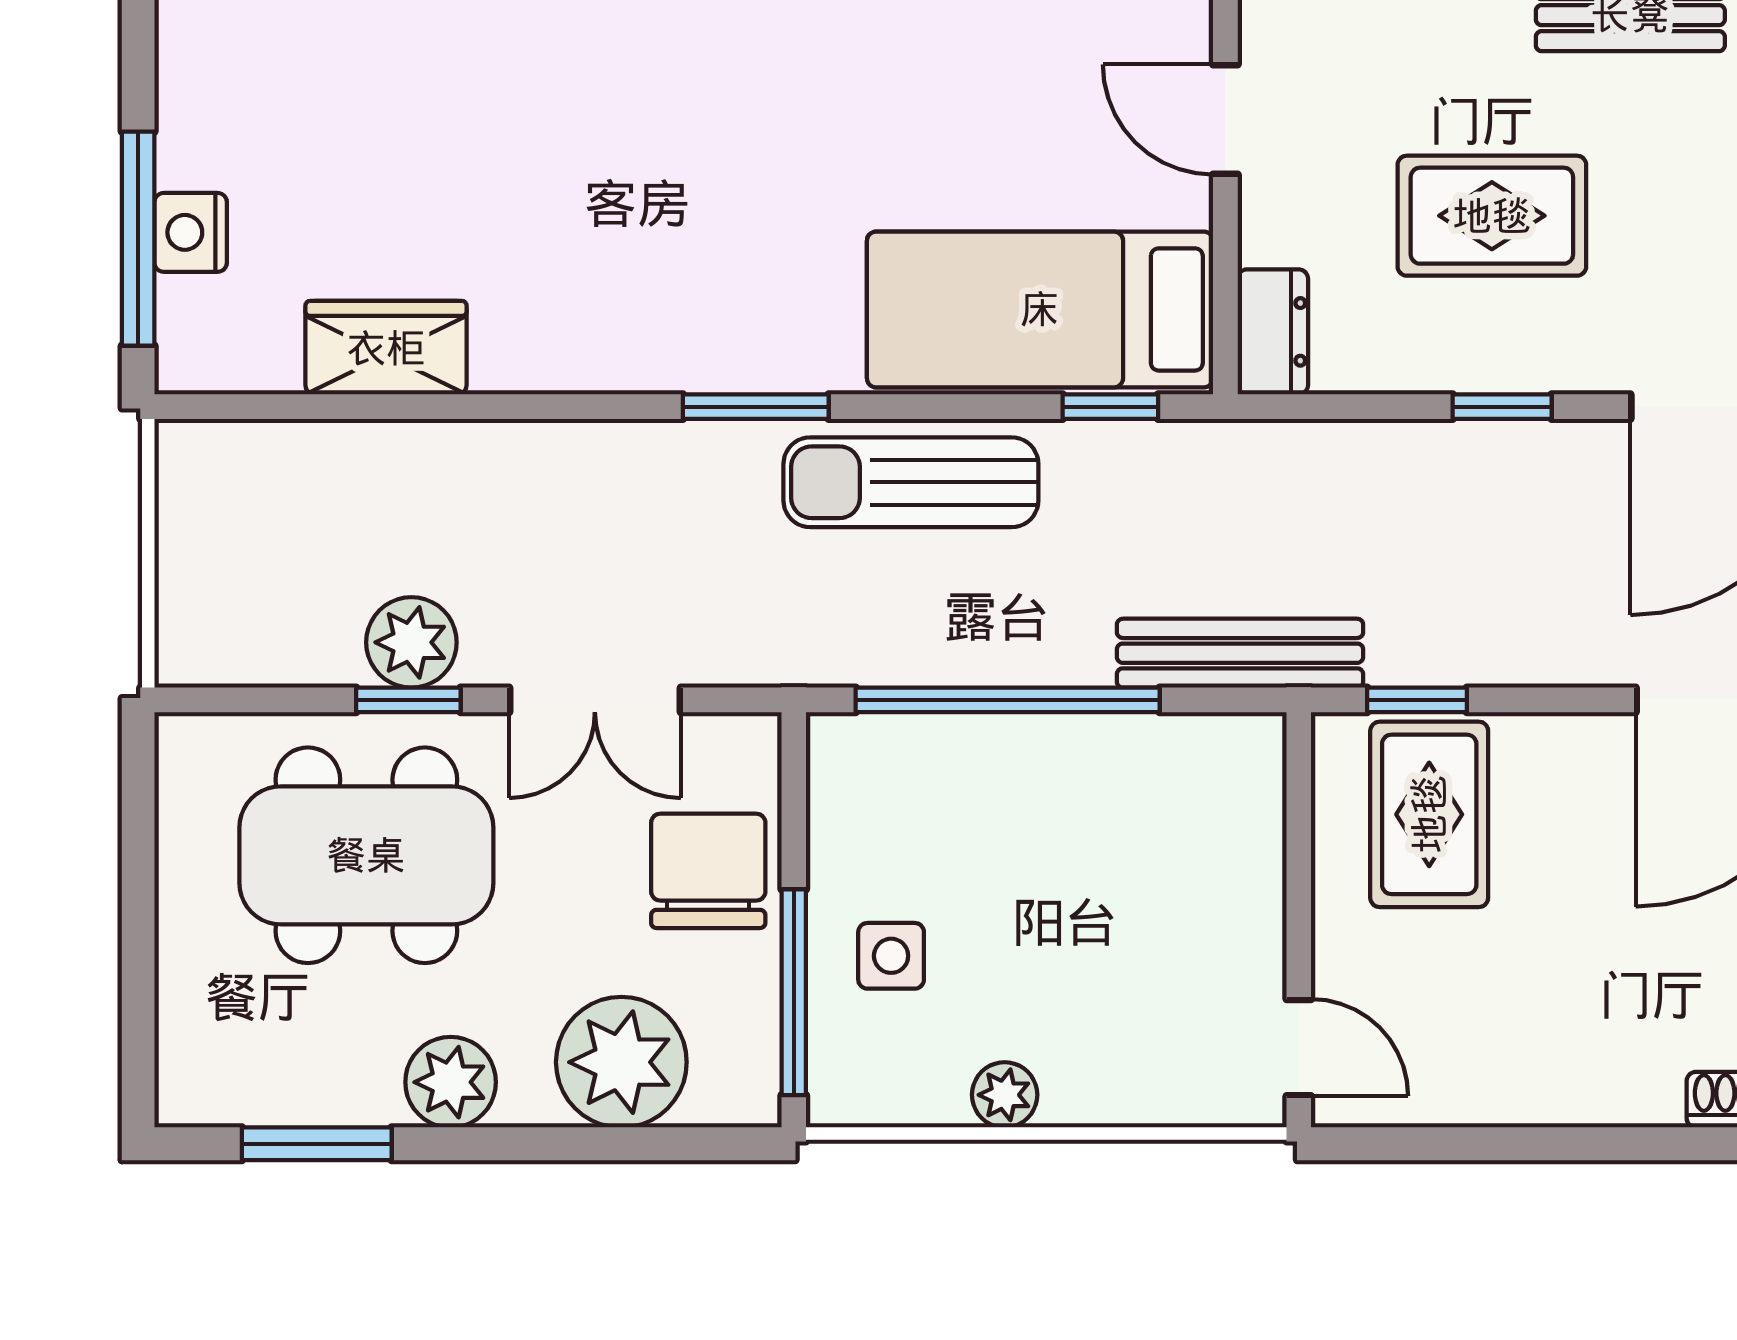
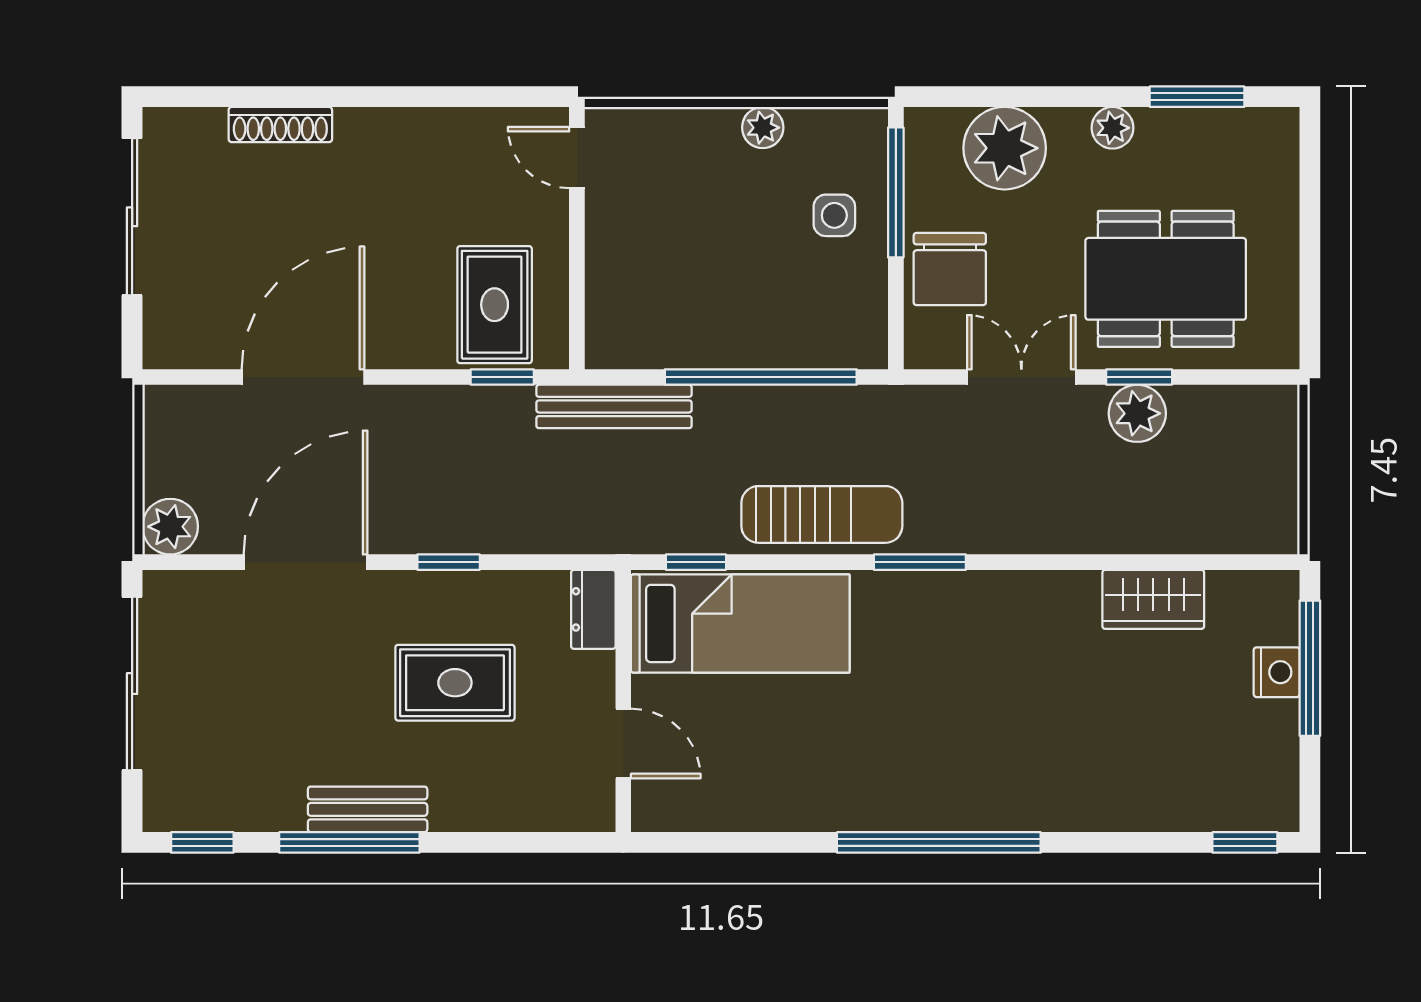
plant: (451, 1082) -> (1112, 128), width x0.73, depth x0.73

